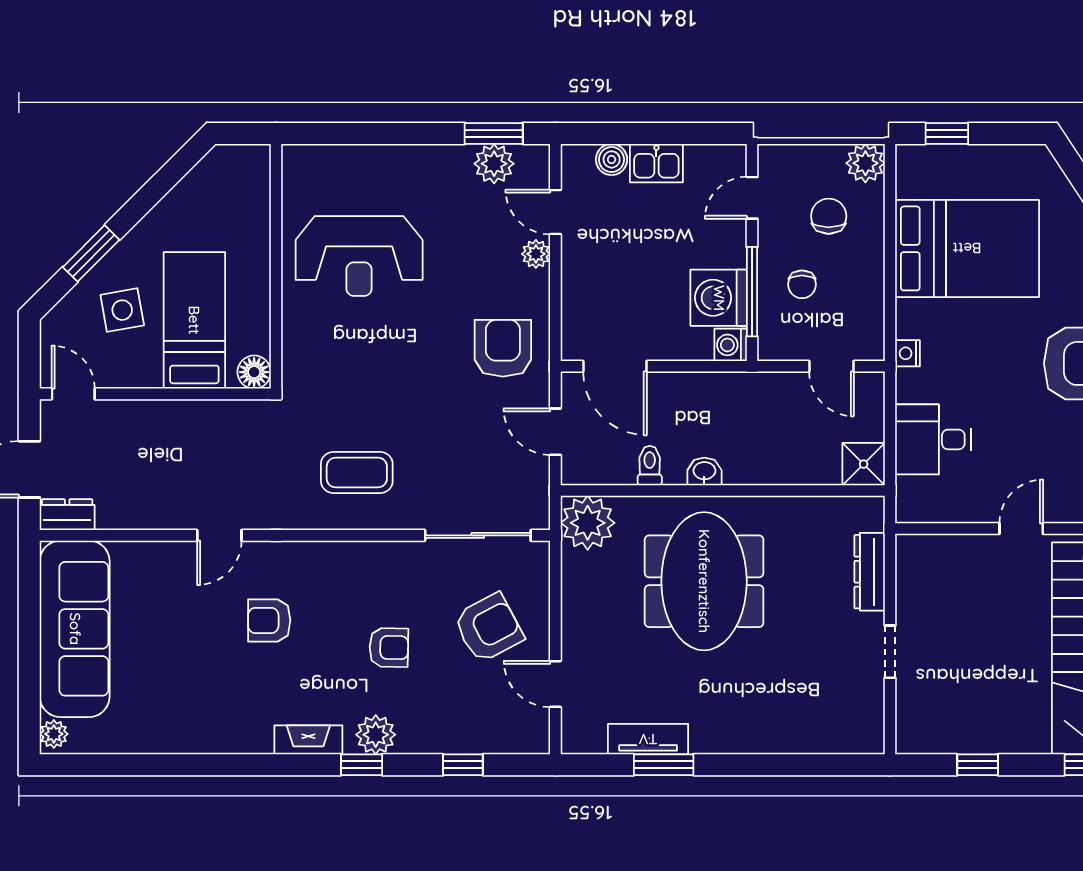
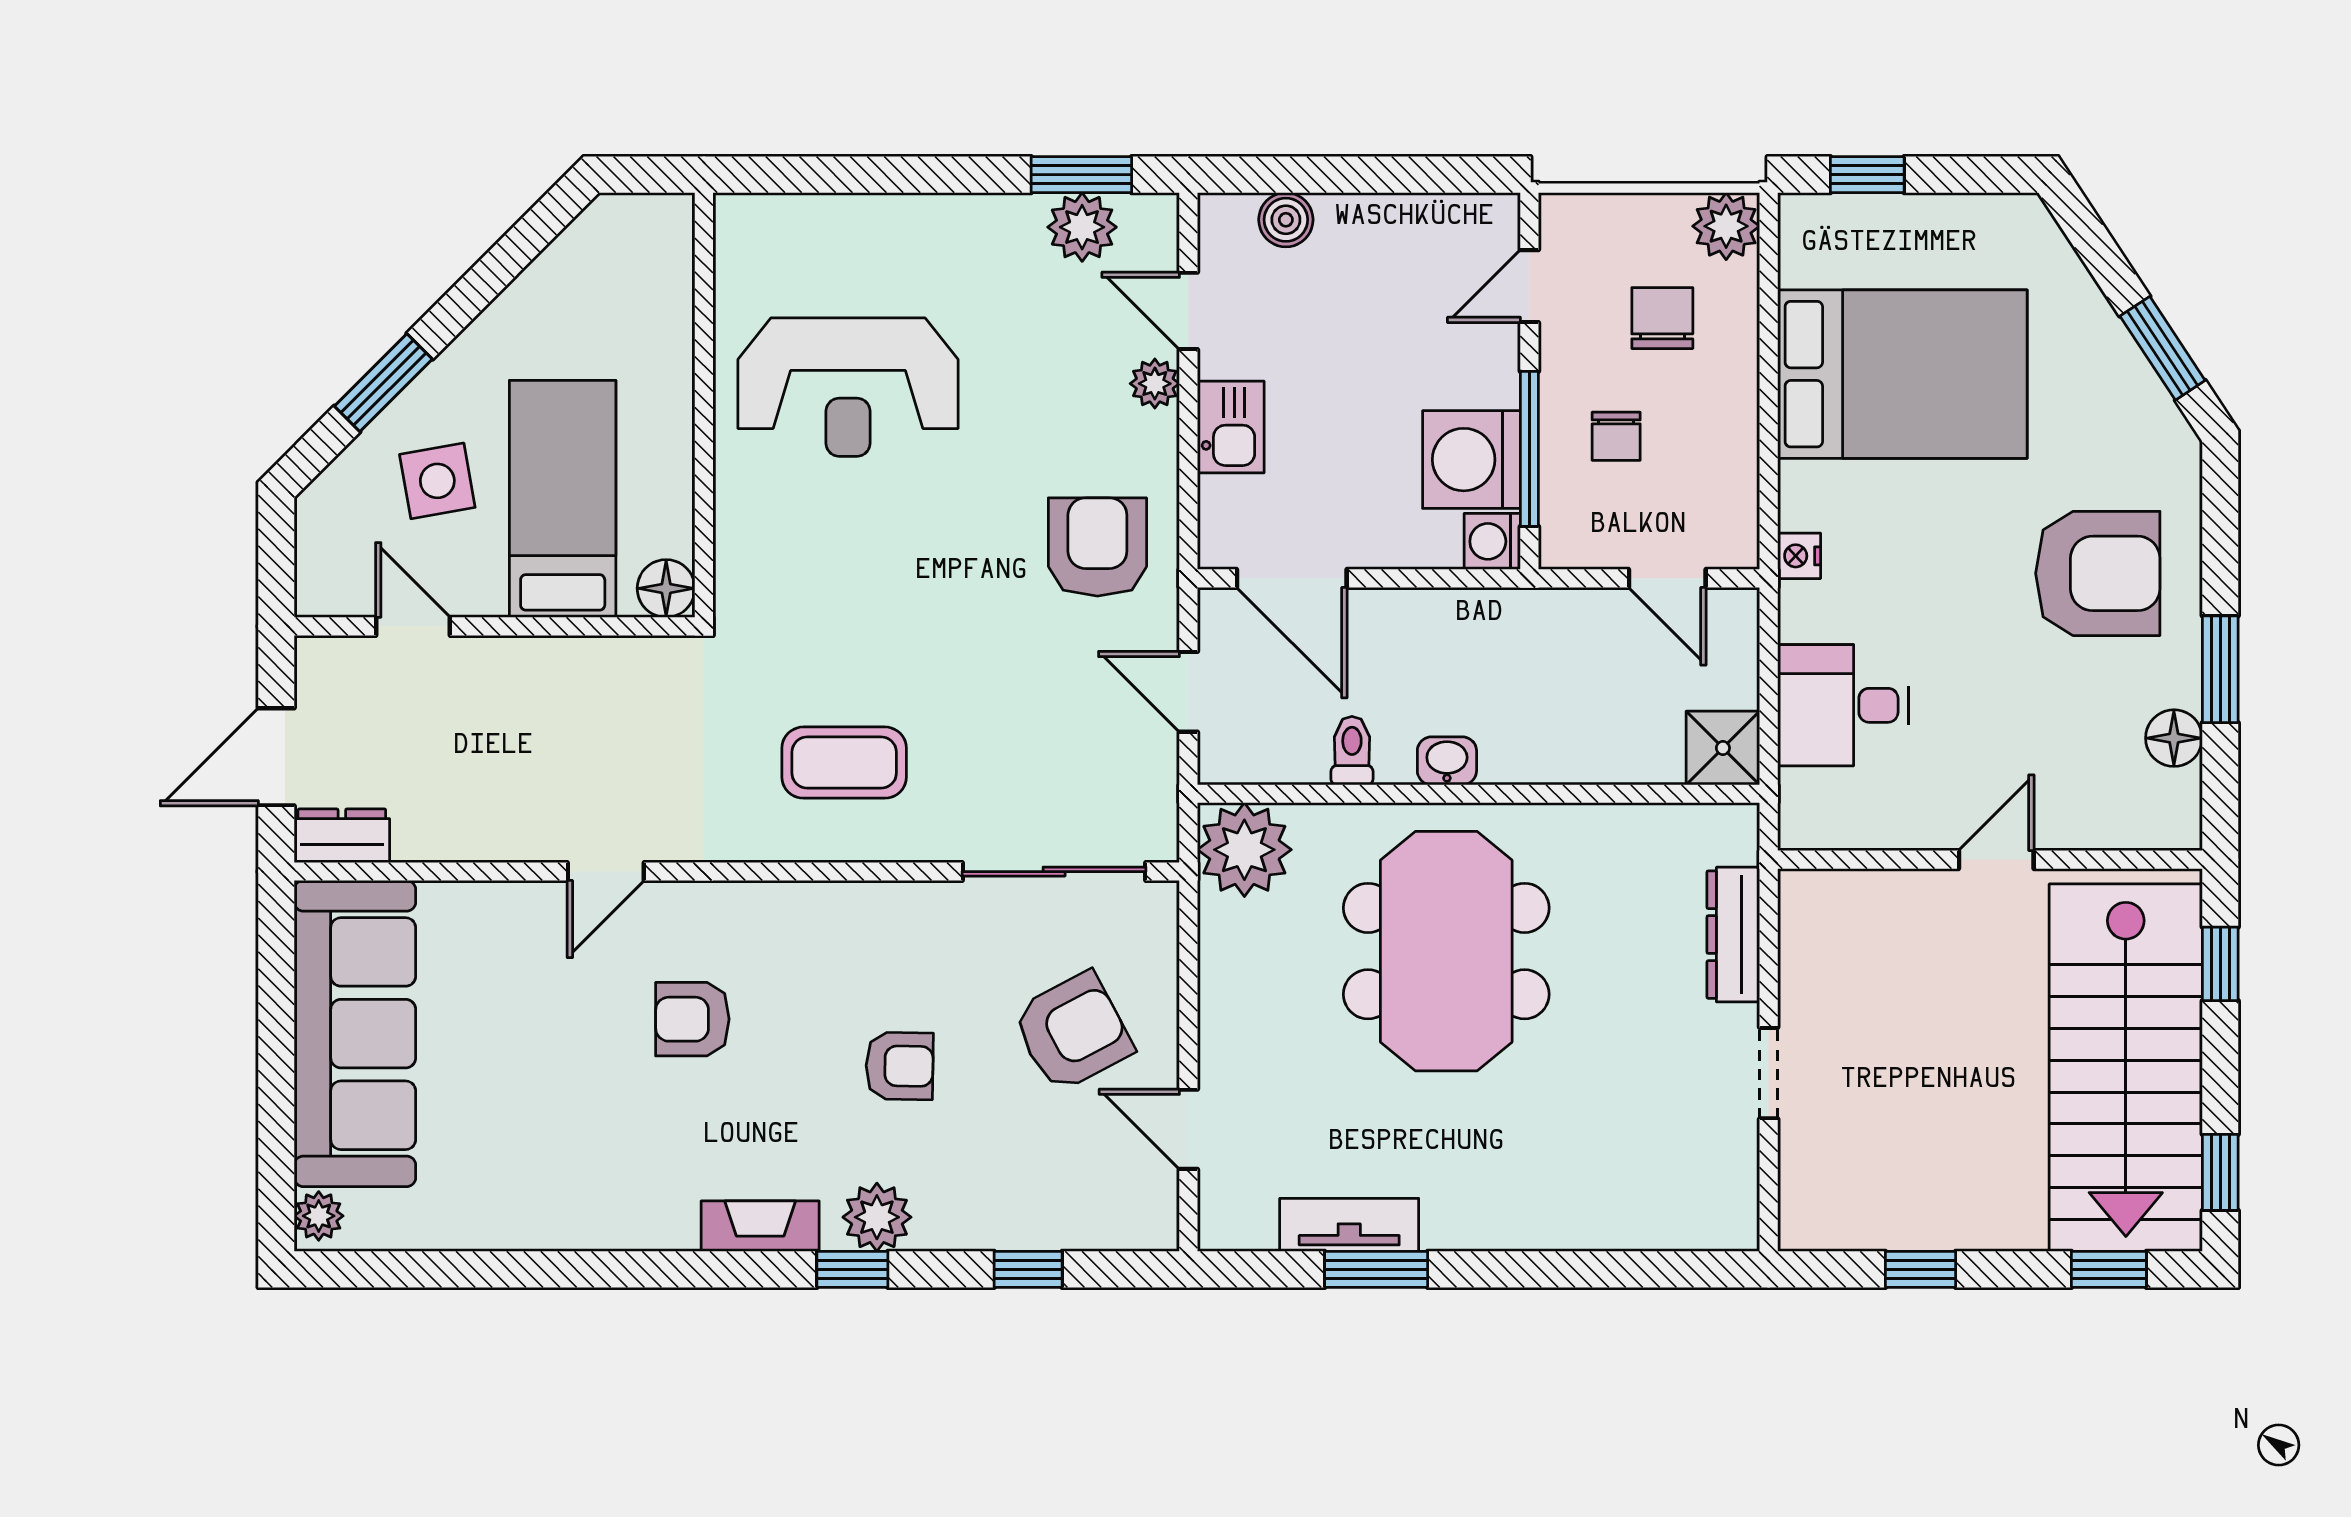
kitchen sink: (656, 163) -> (1231, 427), moved, turned -90
door: (73, 394) -> (413, 626), moved

